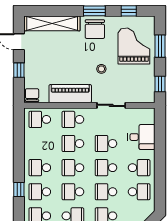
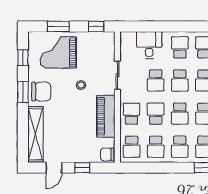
school desk: (73, 119) -> (132, 114), turned 180
school desk: (40, 144) -> (156, 147), added
school desk: (73, 144) -> (156, 114), turned 180

